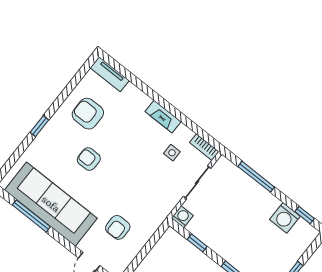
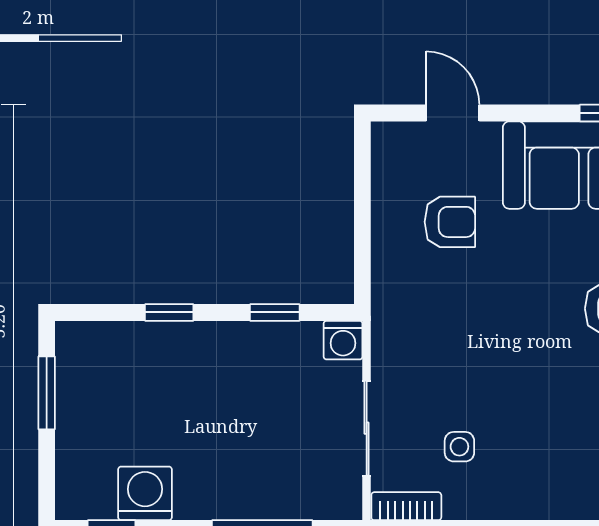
fireplace: (163, 117) -> (531, 502), removed
armchair: (118, 227) -> (450, 222), turned 90

